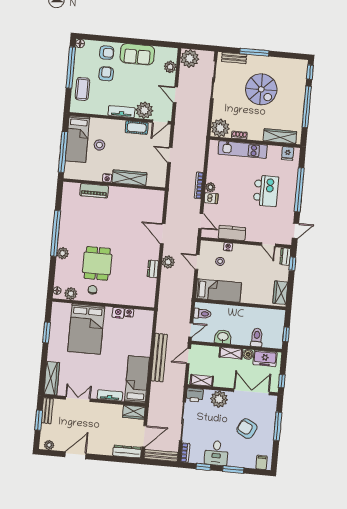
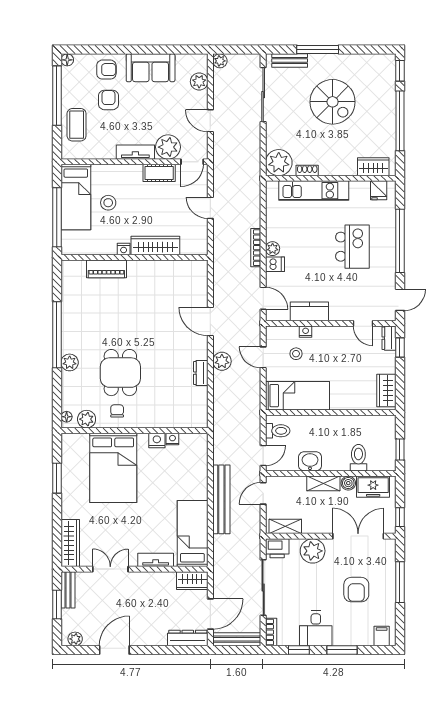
plant: (190, 58) -> (220, 61), width x0.53, depth x0.53
wardrobe: (280, 136) -> (373, 167), width x0.67
armchair: (247, 429) -> (356, 590), turned -117

